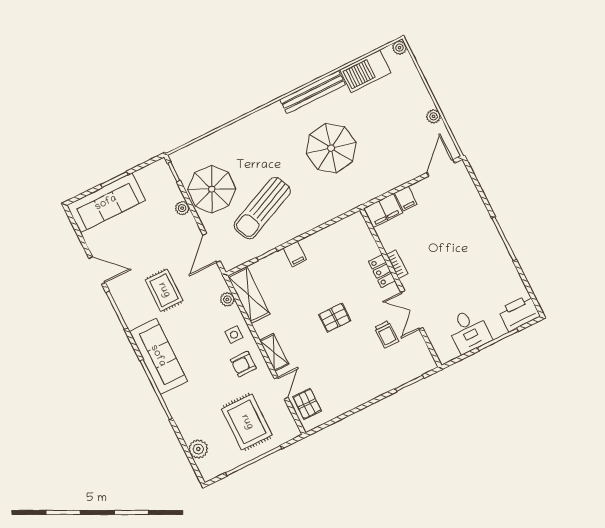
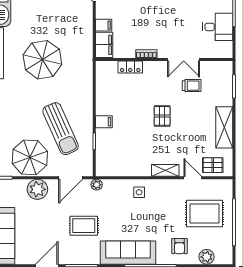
plant: (182, 208) -> (37, 189), width x1.87, depth x1.87
door: (212, 248) -> (71, 178), hinge flipped
locker: (382, 271) -> (130, 67), moved
shelving: (249, 295) -> (224, 127), moved, turned 90
plant: (227, 299) -> (97, 185), moved
armchair: (243, 364) -> (179, 246), moved

